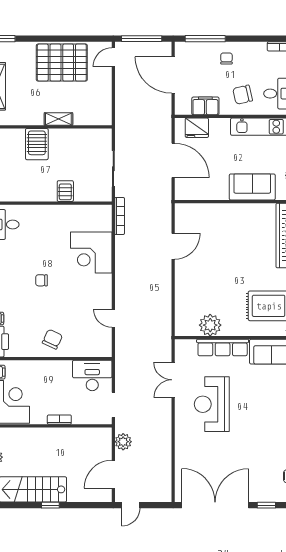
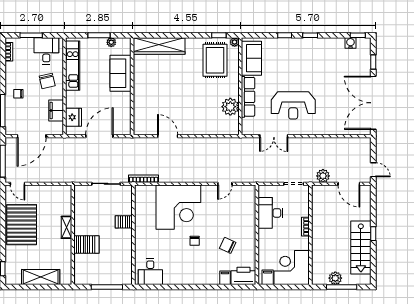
corner desk: (91, 252) -> (178, 207), width x1.36, depth x1.36
chair: (52, 339) -> (228, 245), moved
desk: (92, 375) -> (270, 213), moved

